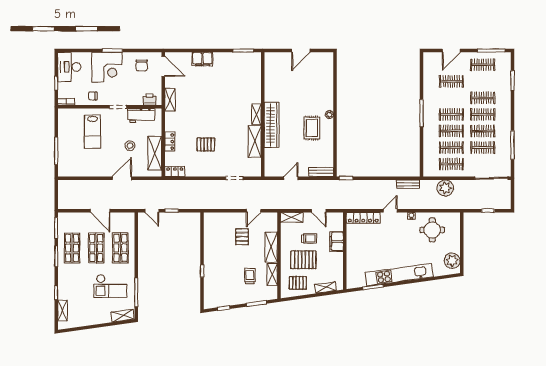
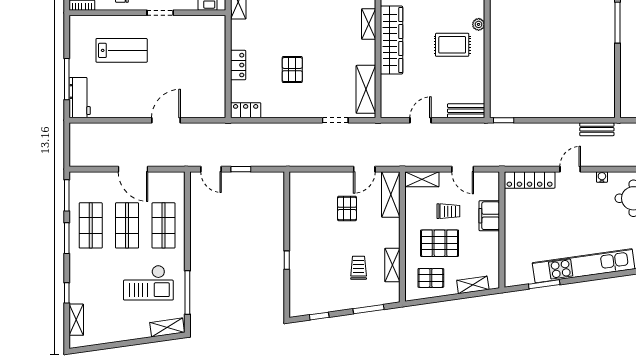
workbench: (141, 115) -> (80, 98), moved, turned -90
rug: (312, 128) -> (452, 45), turned 90
lab bench: (92, 132) -> (122, 50), turned -90
shelving: (255, 141) -> (366, 89), moved
pallet: (206, 145) -> (292, 70), turned 90
stool: (130, 146) -> (178, 71), removed
shelving: (155, 153) -> (215, 83), removed
shelving: (271, 247) -> (391, 194), moved

